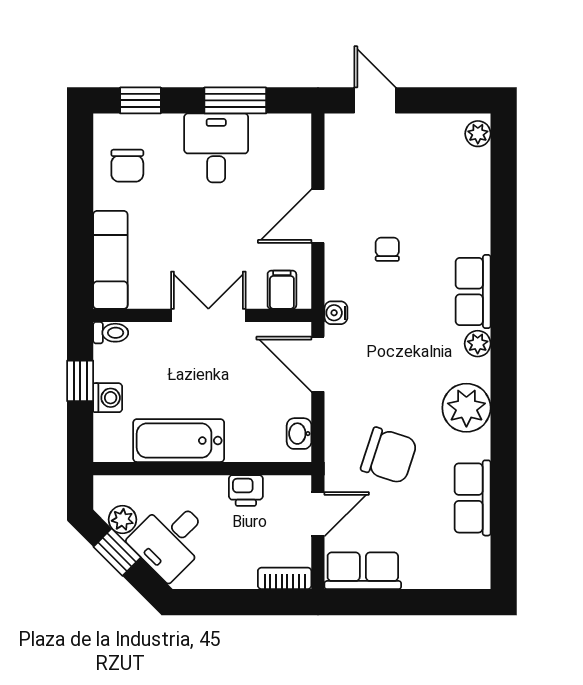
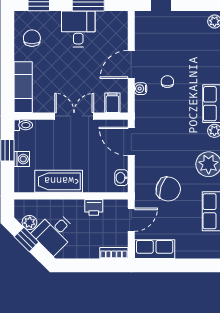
chair: (127, 166) -> (32, 38), turned 180
water cooler: (336, 313) -> (141, 89), moved

